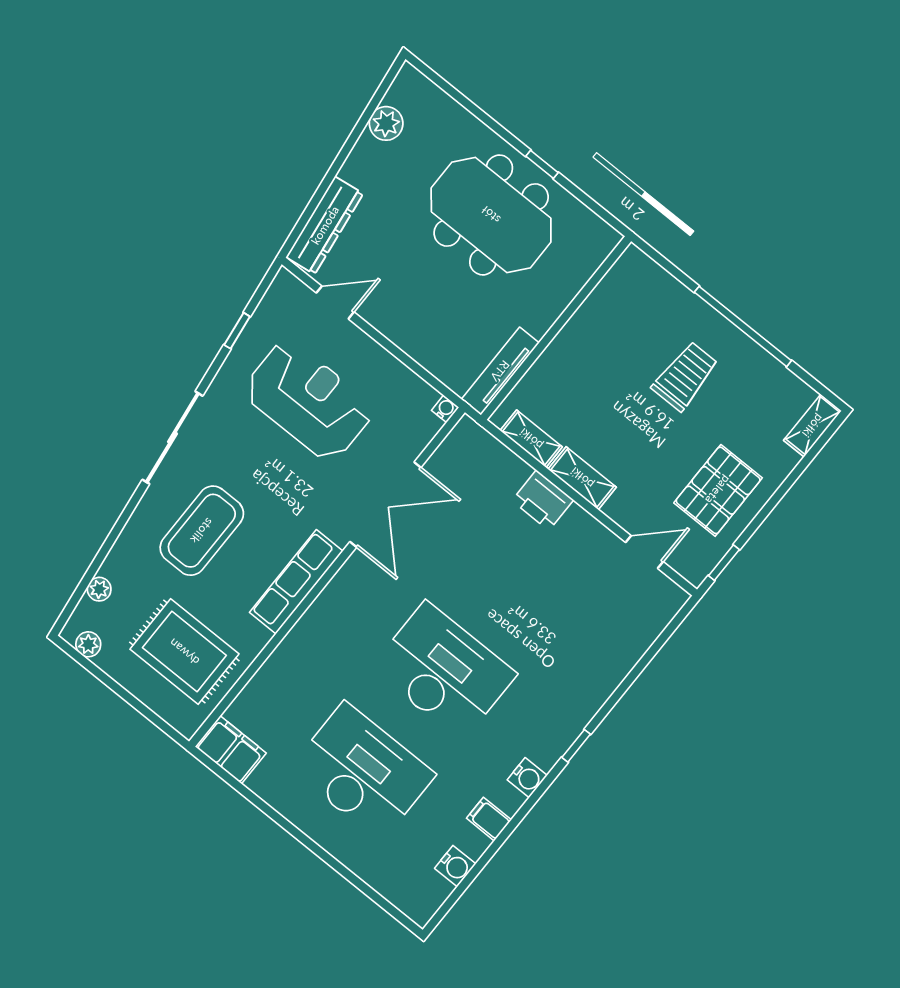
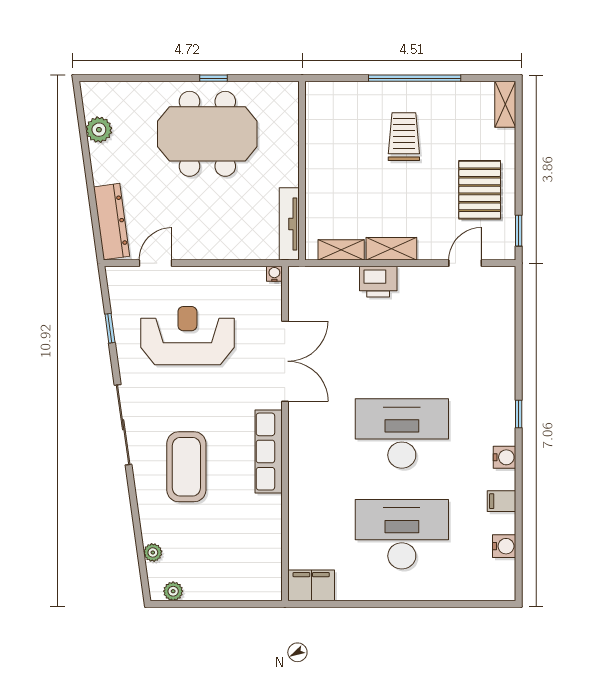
rug: (184, 652) -> (235, 549), removed

